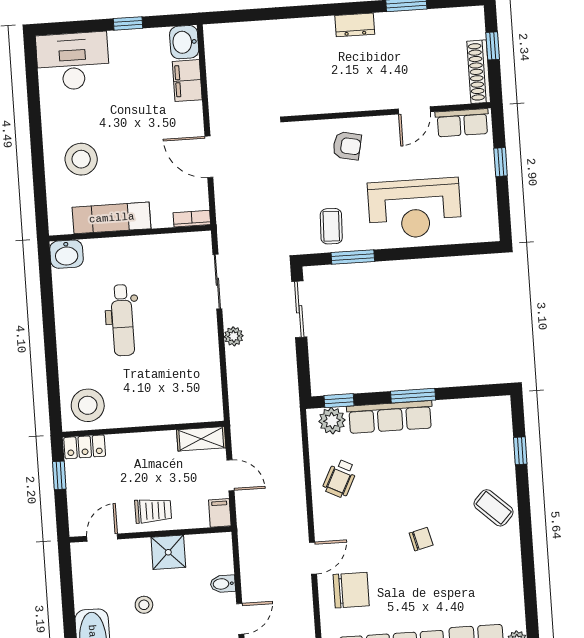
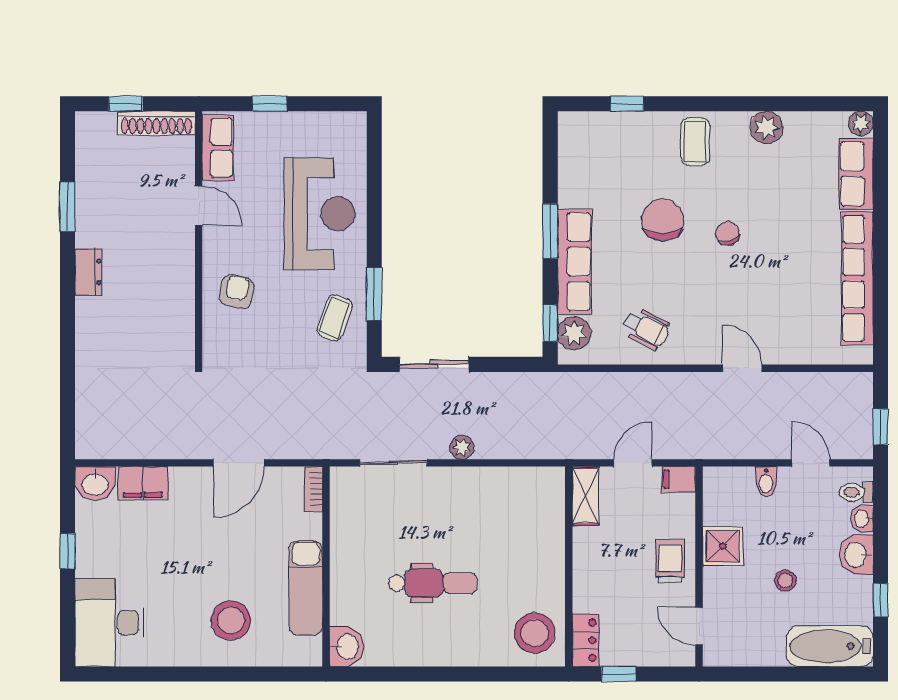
coffee table: (331, 226) -> (334, 318), turned -72
coffee table: (494, 508) -> (695, 142), turned -43
plant: (509, 565) -> (767, 127), added
chair: (351, 590) -> (663, 220), moved

